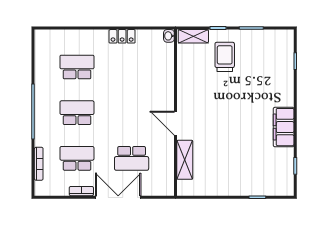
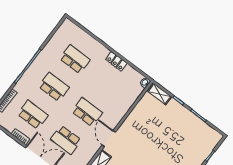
trolley: (225, 57) -> (169, 121), removed
school desk: (132, 113) -> (87, 112), added

